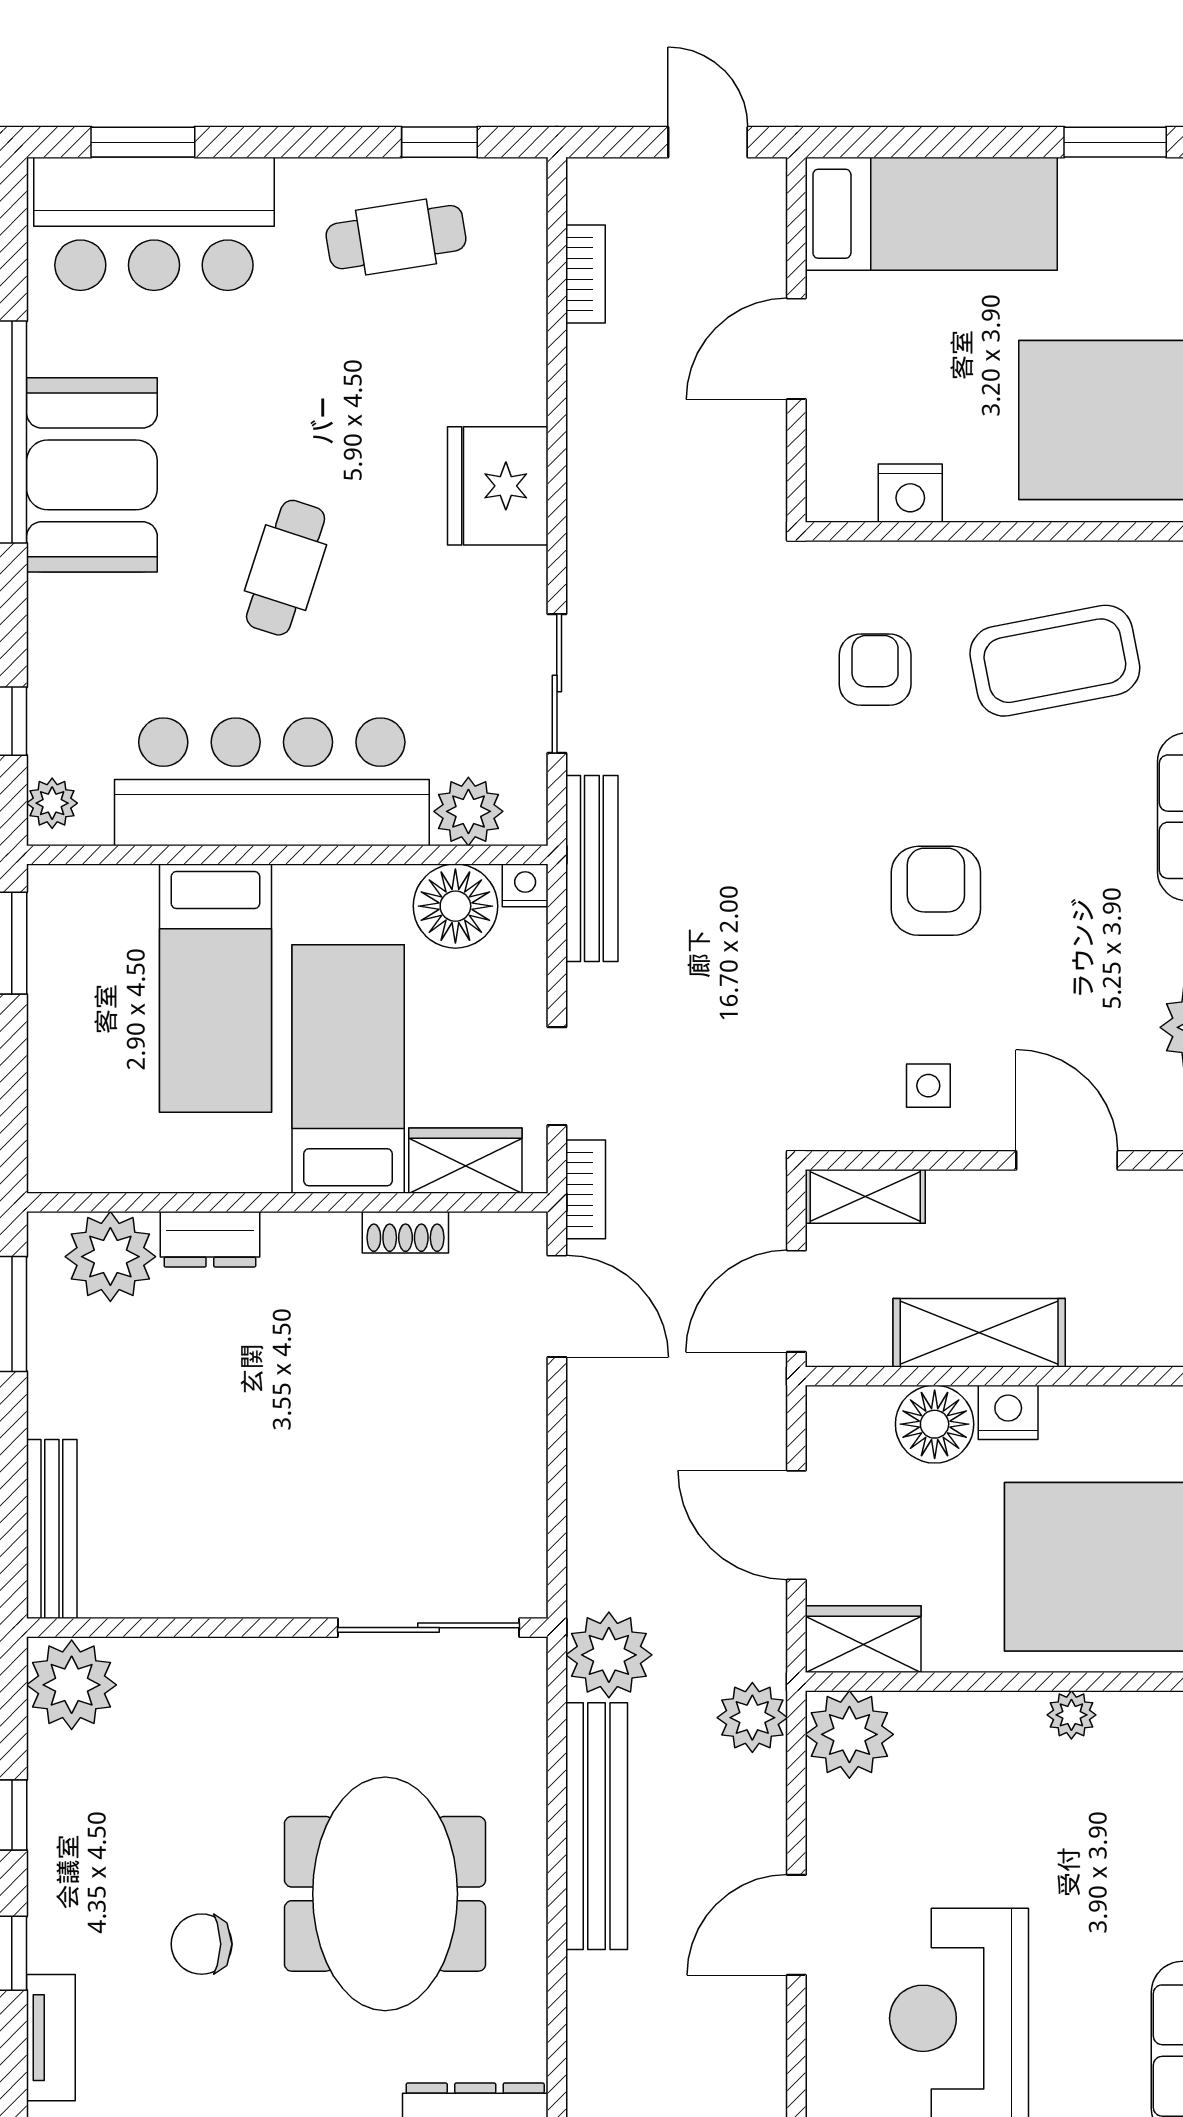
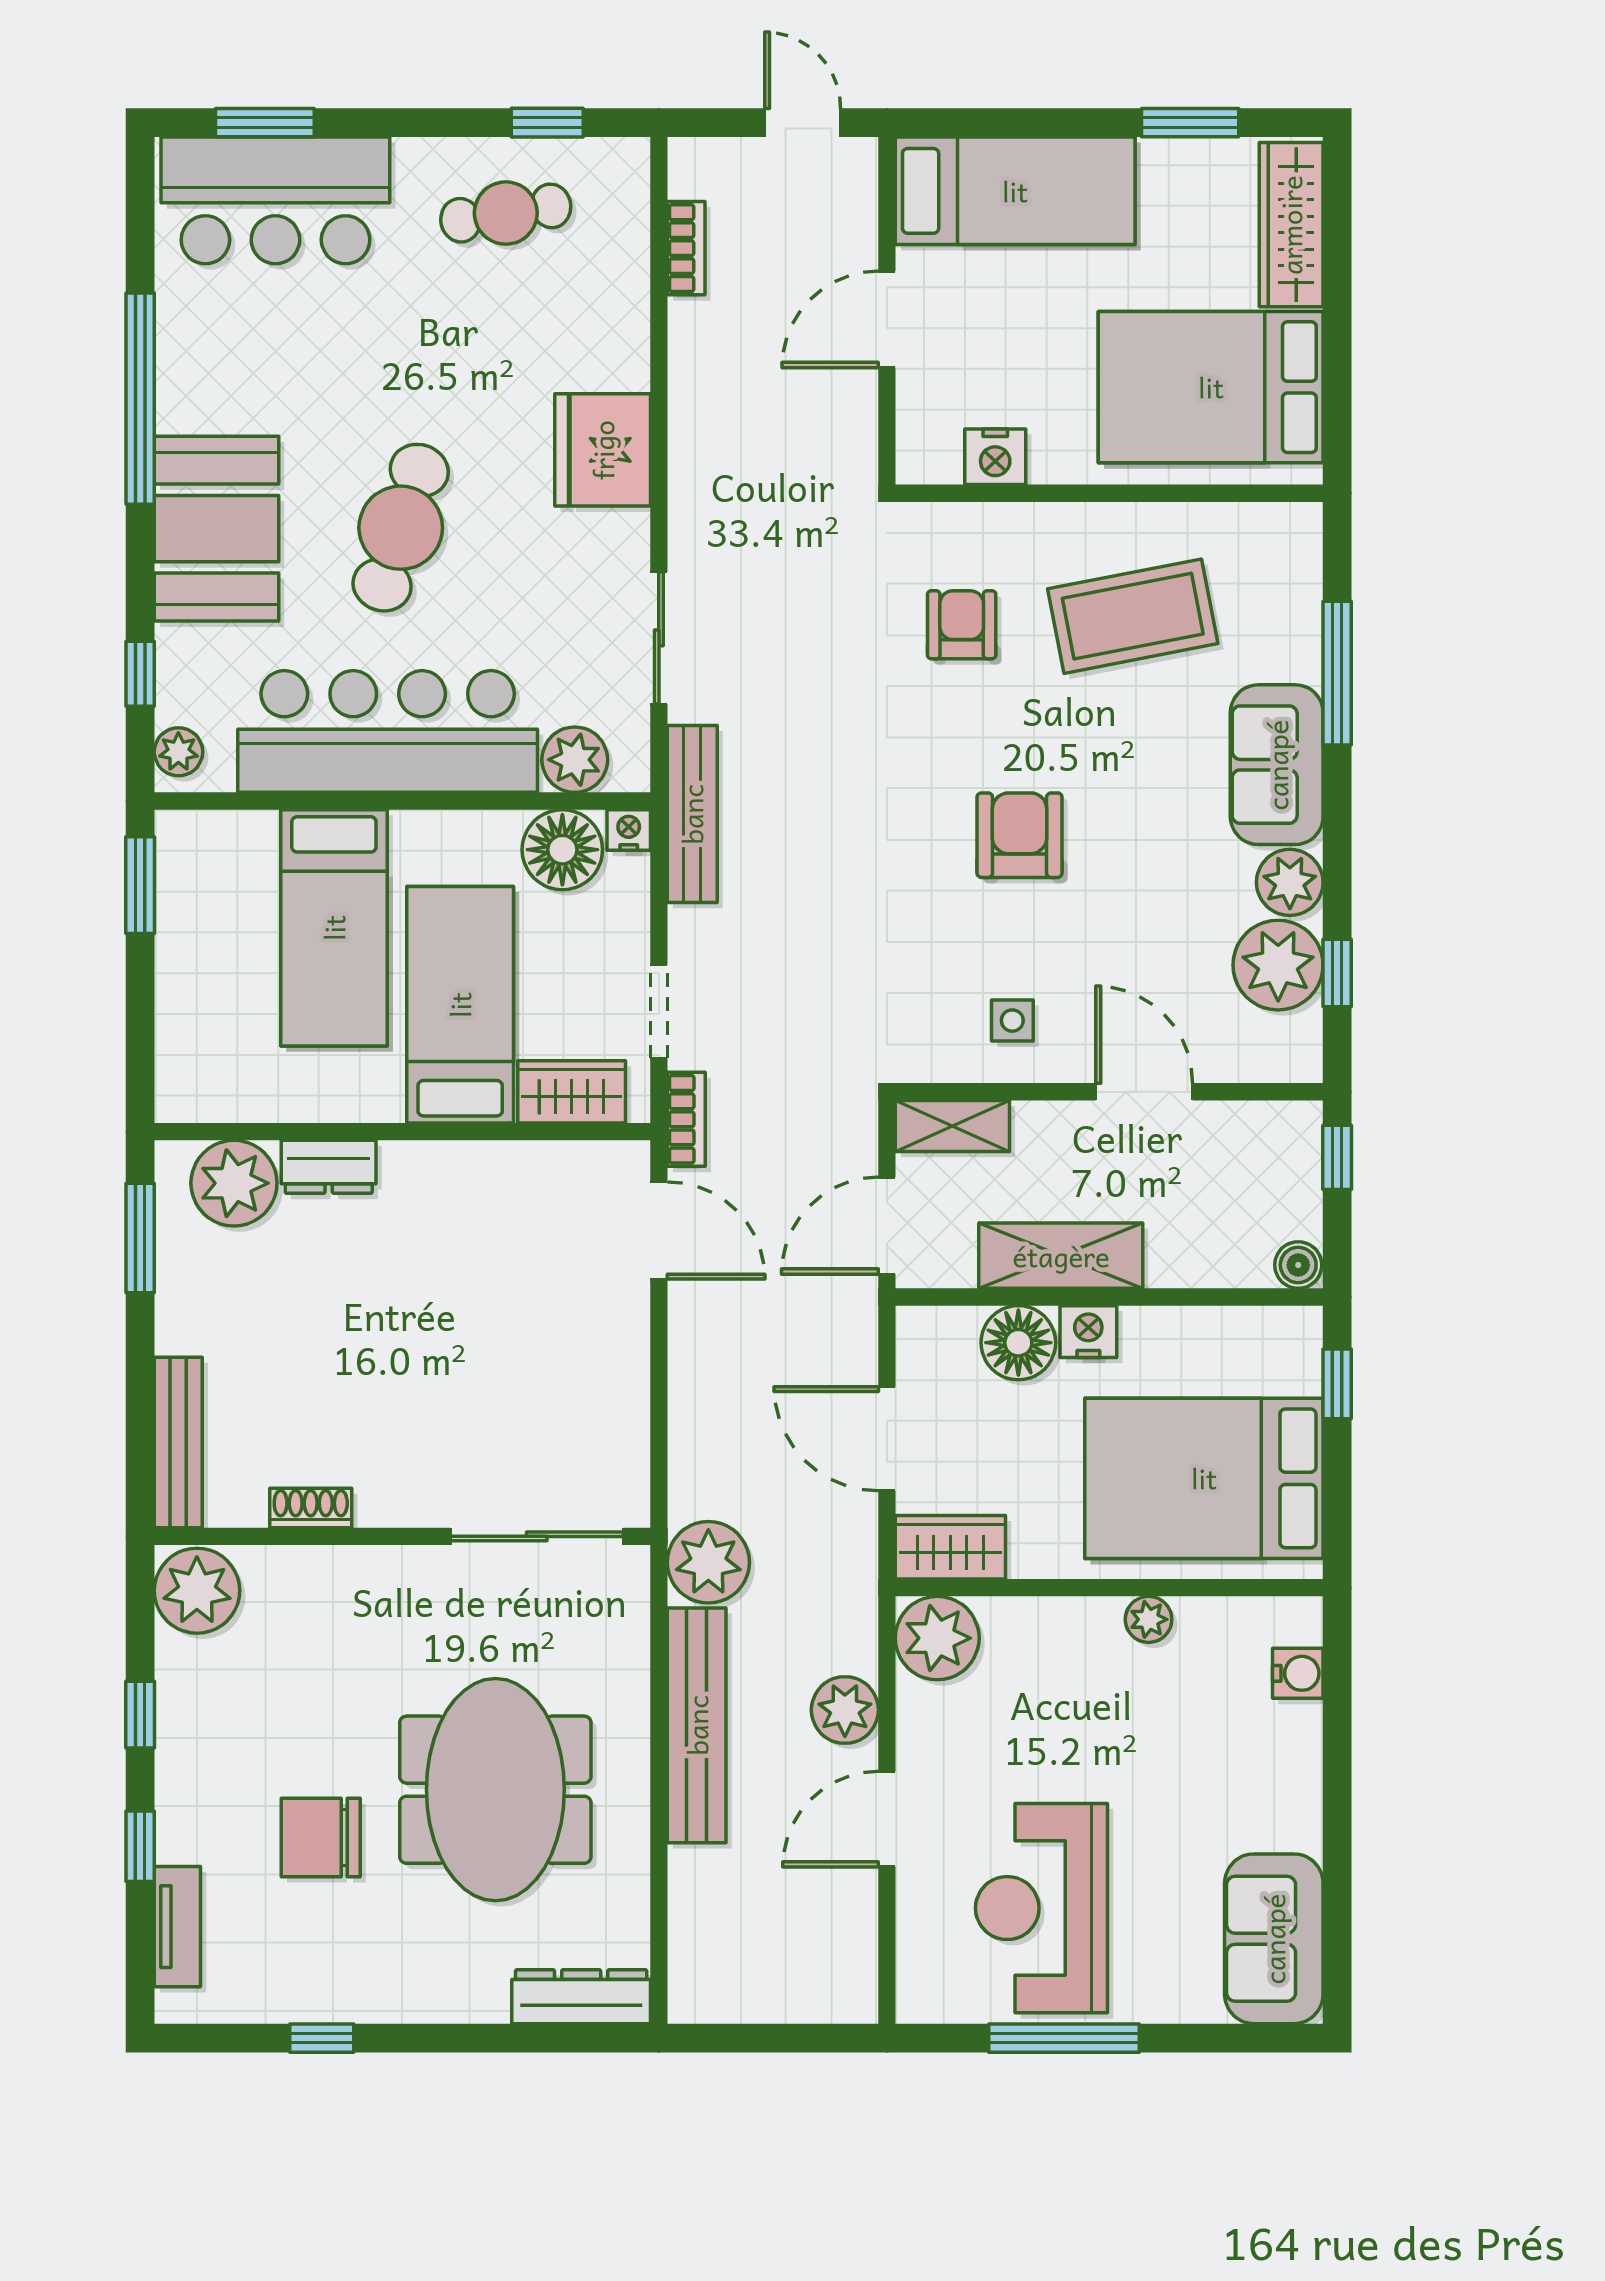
booth: (92, 475) -> (216, 529), moved
cafe table: (286, 568) -> (401, 528), width x1.37, depth x1.35
shoe rack: (405, 1232) -> (311, 1508), moved, turned 180
plant: (752, 1718) -> (845, 1710), moved
chair: (202, 1944) -> (321, 1837), width x1.37, depth x1.37

